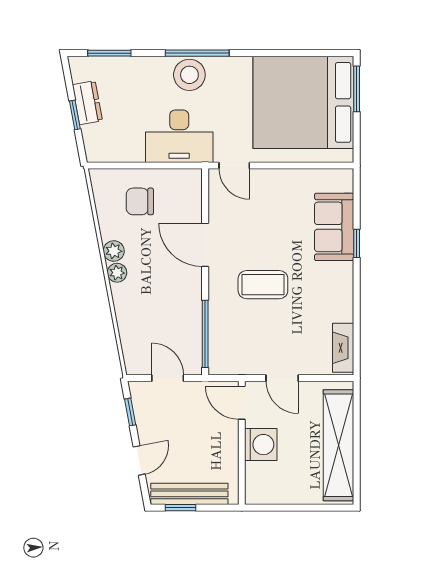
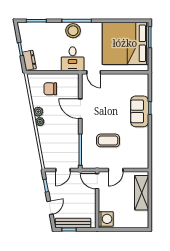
dresser: (87, 103) -> (29, 60), moved
desk: (179, 136) -> (73, 59), width x0.73
sofa: (334, 227) -> (140, 111), moved
coffee table: (263, 285) -> (108, 140), moved
fireplace: (343, 348) -> (144, 156), removed
door: (168, 378) -> (63, 170), swing flipped
door: (282, 378) -> (116, 170), hinge flipped
washing machine: (261, 445) -> (106, 219), moved
shelving: (338, 445) -> (142, 193), width x0.68

